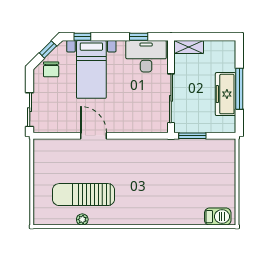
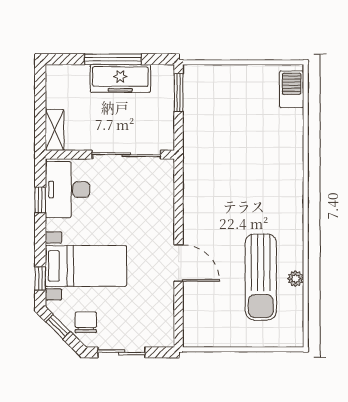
chair: (51, 69) -> (86, 322), turned -90
sliding door: (30, 110) -> (121, 352), moved
door: (94, 136) -> (179, 263), swing flipped
window: (192, 136) -> (179, 93), moved

